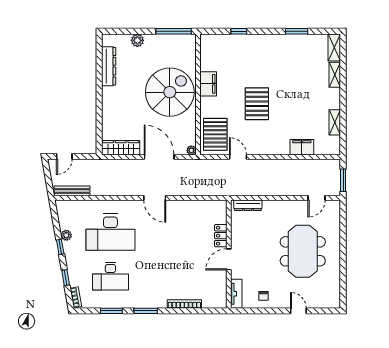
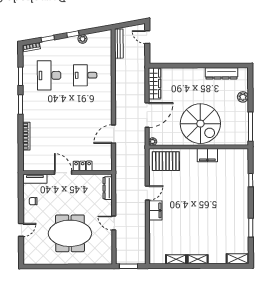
shelving: (335, 75) -> (198, 259), moved
pallet: (257, 104) -> (191, 195), removed
filing cabinet: (302, 147) -> (155, 210), moved
door: (238, 157) -> (147, 193), moved
door: (155, 198) -> (114, 134), moved
door: (317, 198) -> (114, 223), moved
desk: (110, 232) -> (85, 75), width x0.53, depth x0.77

